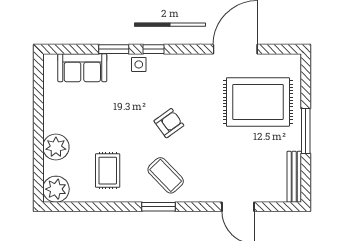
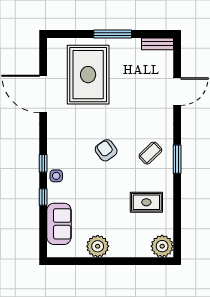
window: (114, 49) -> (43, 197), width x0.67
plant: (56, 147) -> (98, 246), moved
coffee table: (166, 175) -> (150, 153), width x0.73, depth x0.77
bench: (294, 177) -> (157, 44), width x0.73

